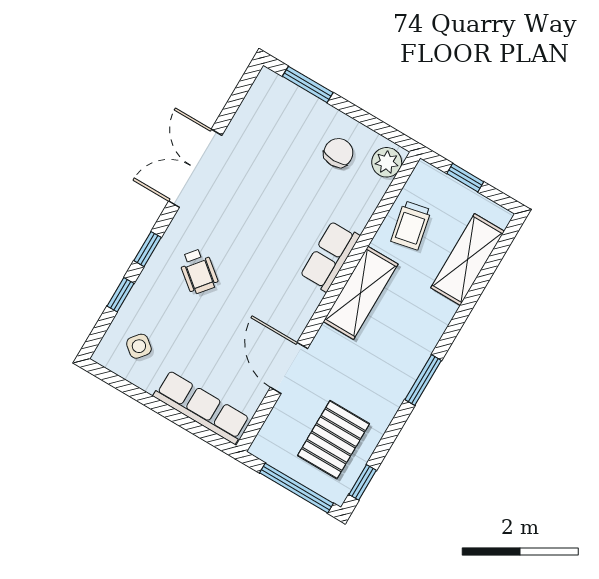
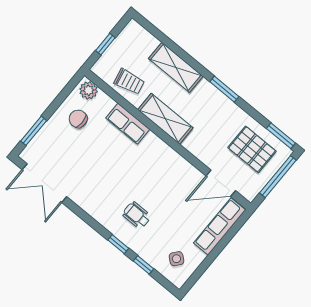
double door: (195, 168) -> (44, 183), moved
row of seats: (330, 256) -> (128, 124), moved
shelving: (468, 260) -> (176, 67), moved
wheelchair: (198, 271) -> (137, 215), turned -129
door: (289, 368) -> (221, 183), moved
window: (363, 482) -> (281, 136), width x1.50

